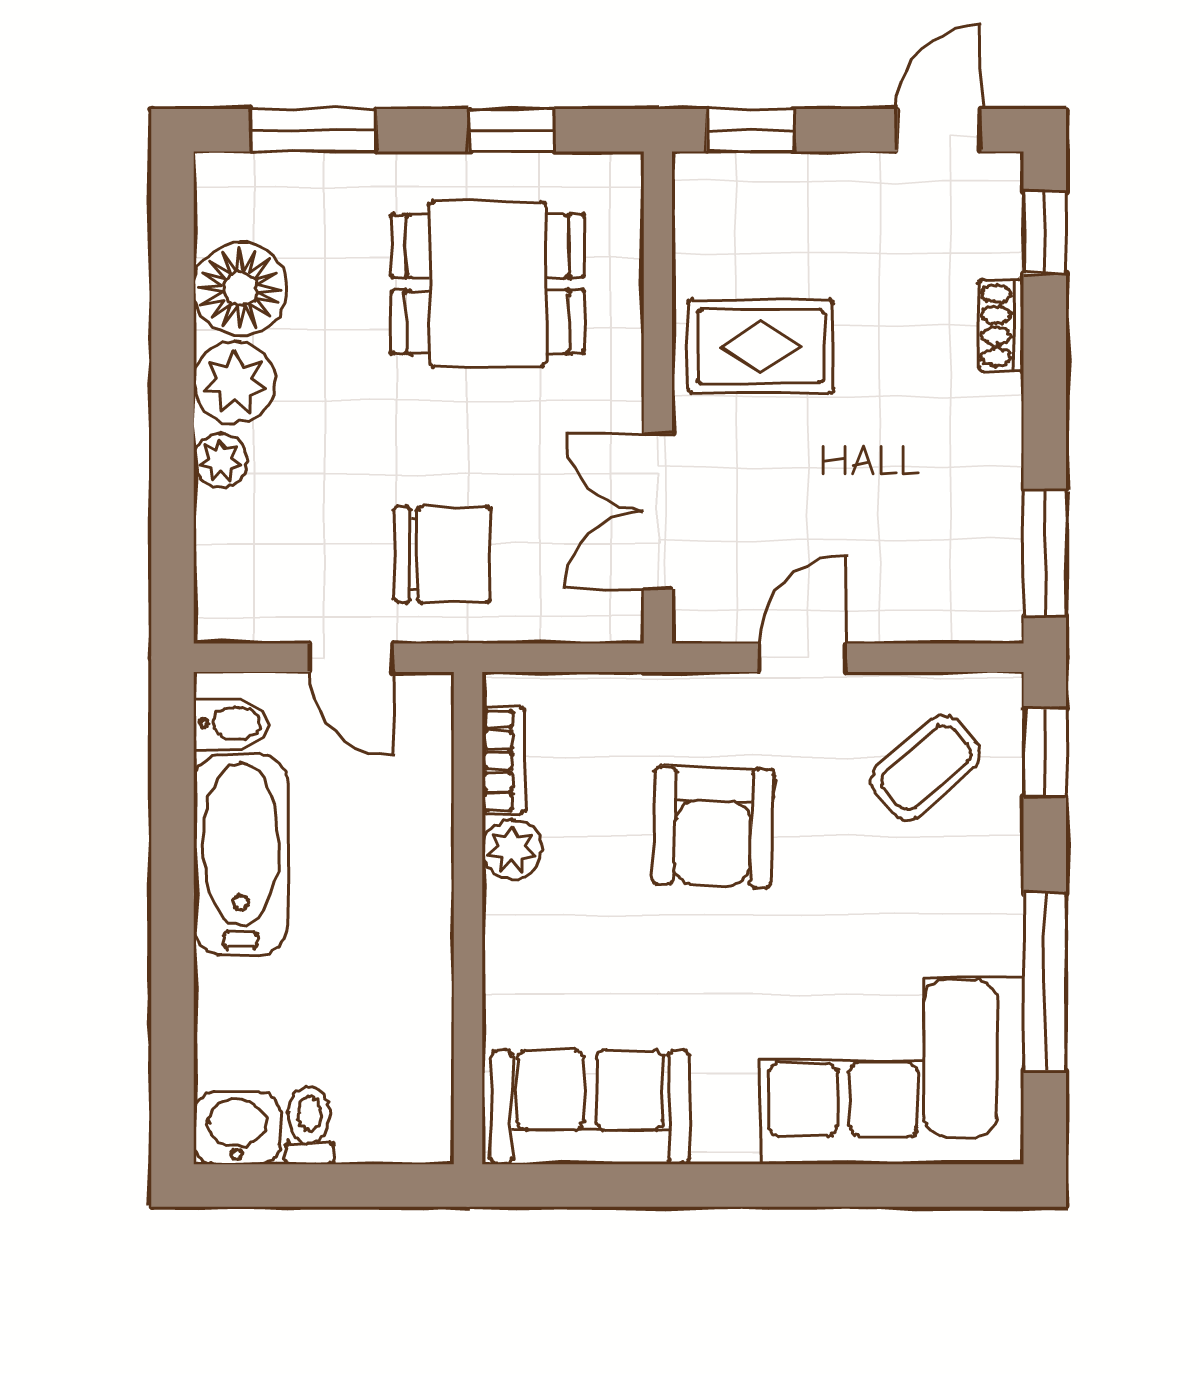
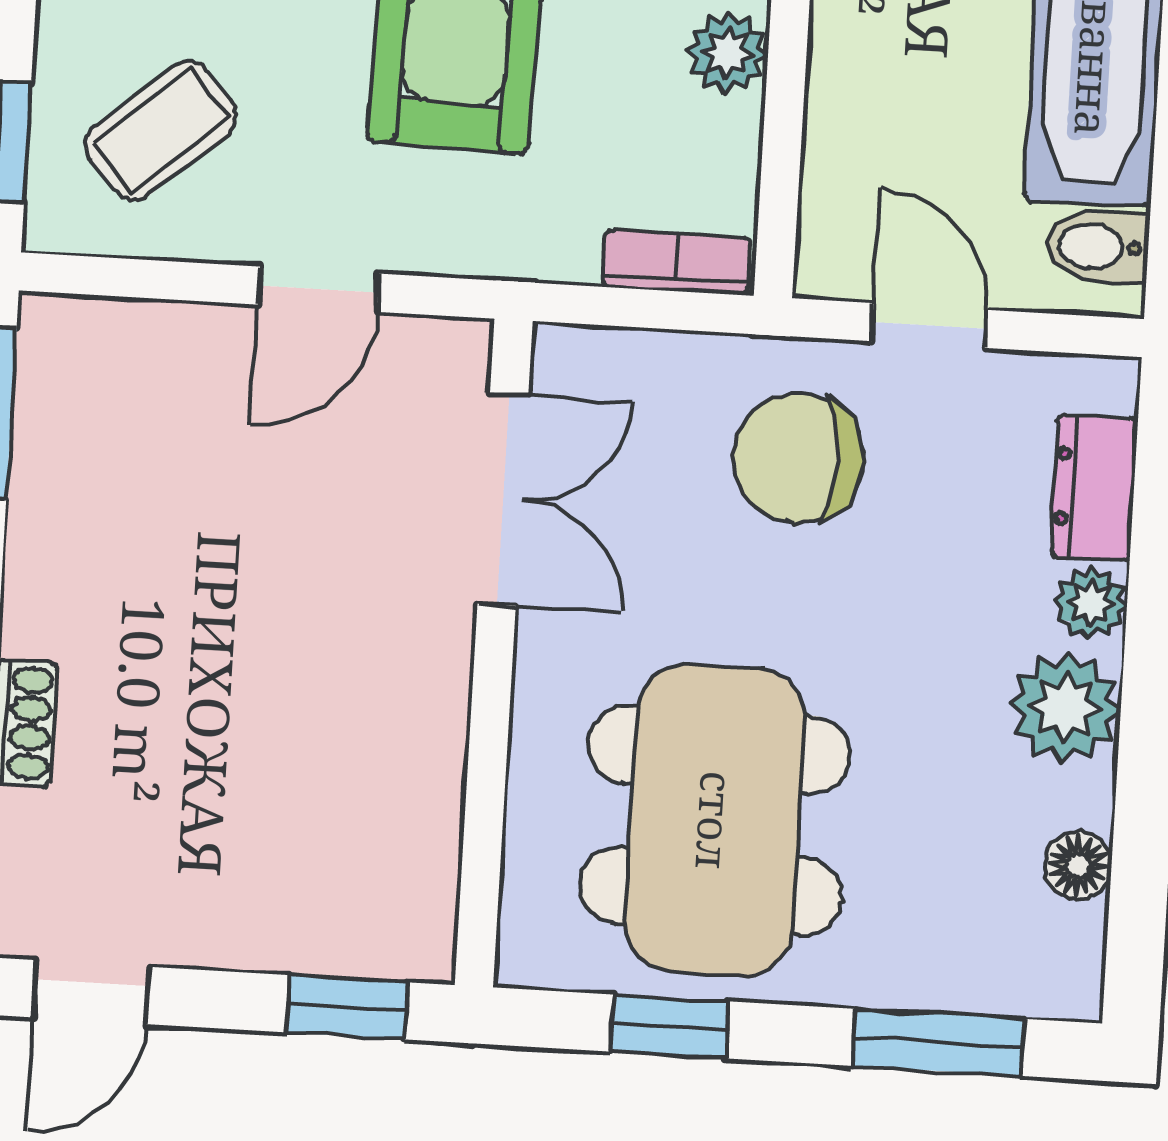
dining table: (488, 284) -> (715, 820), width x1.38
floor lamp: (240, 289) -> (1078, 865), width x0.53, depth x0.53
rug: (760, 346) -> (351, 714), removed
dresser: (223, 545) -> (1094, 488), added
bookcase: (503, 760) -> (677, 262), moved, turned 90

